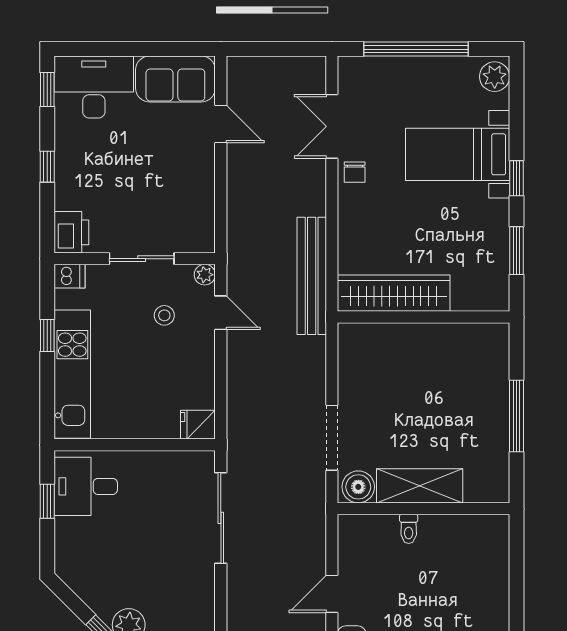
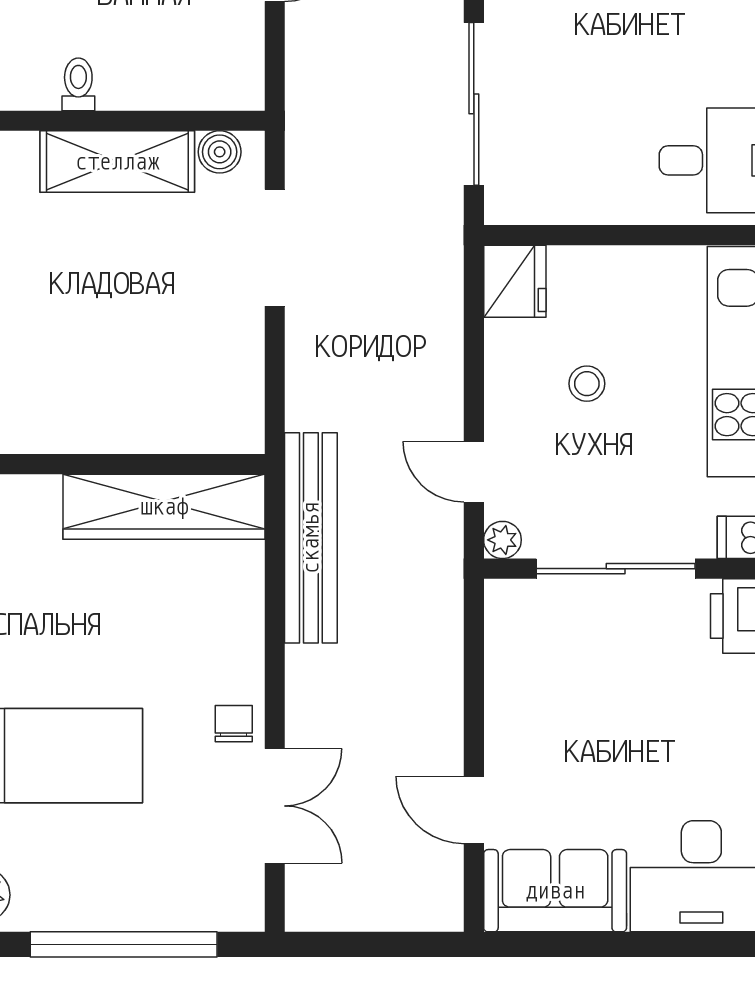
sliding door: (142, 259) -> (616, 569), width x1.37
stool: (164, 315) -> (587, 384), moved
fridge: (198, 425) -> (515, 281), width x1.38
boiler: (358, 487) -> (220, 152), width x0.73, depth x0.73
toilet: (409, 529) -> (78, 84), moved

